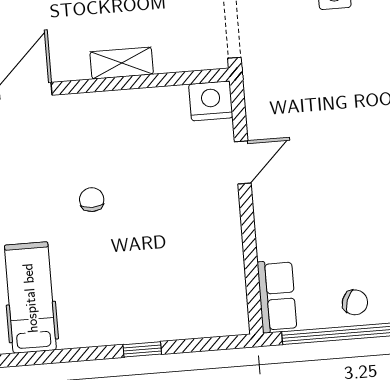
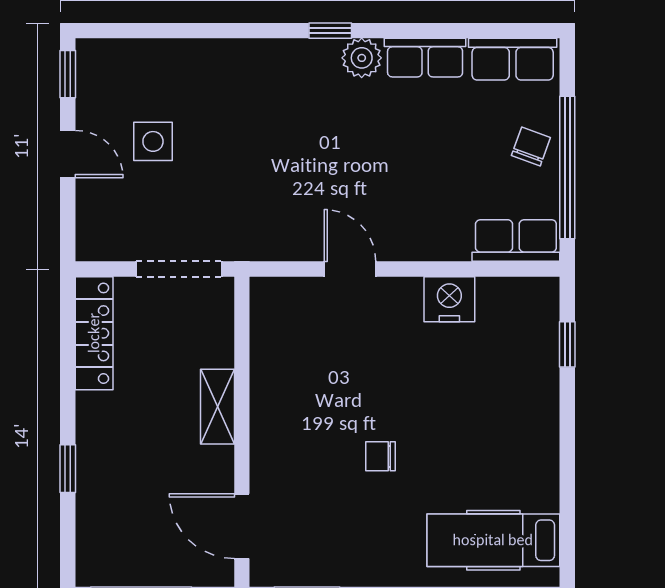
nightstand: (211, 101) -> (449, 299), moved, turned 90
window: (142, 349) -> (567, 344), moved

